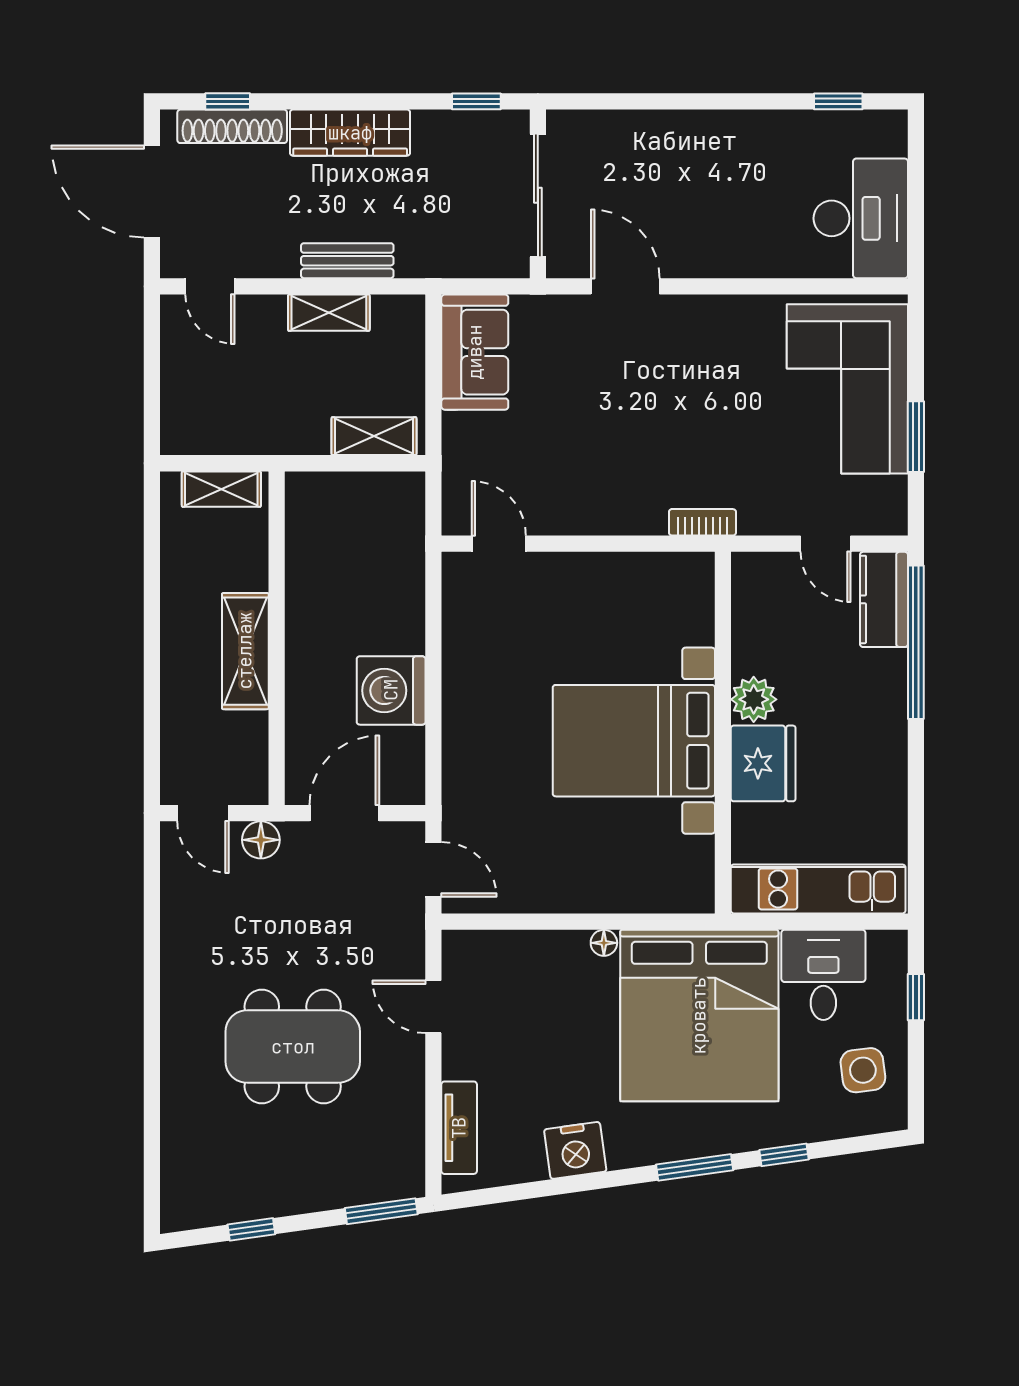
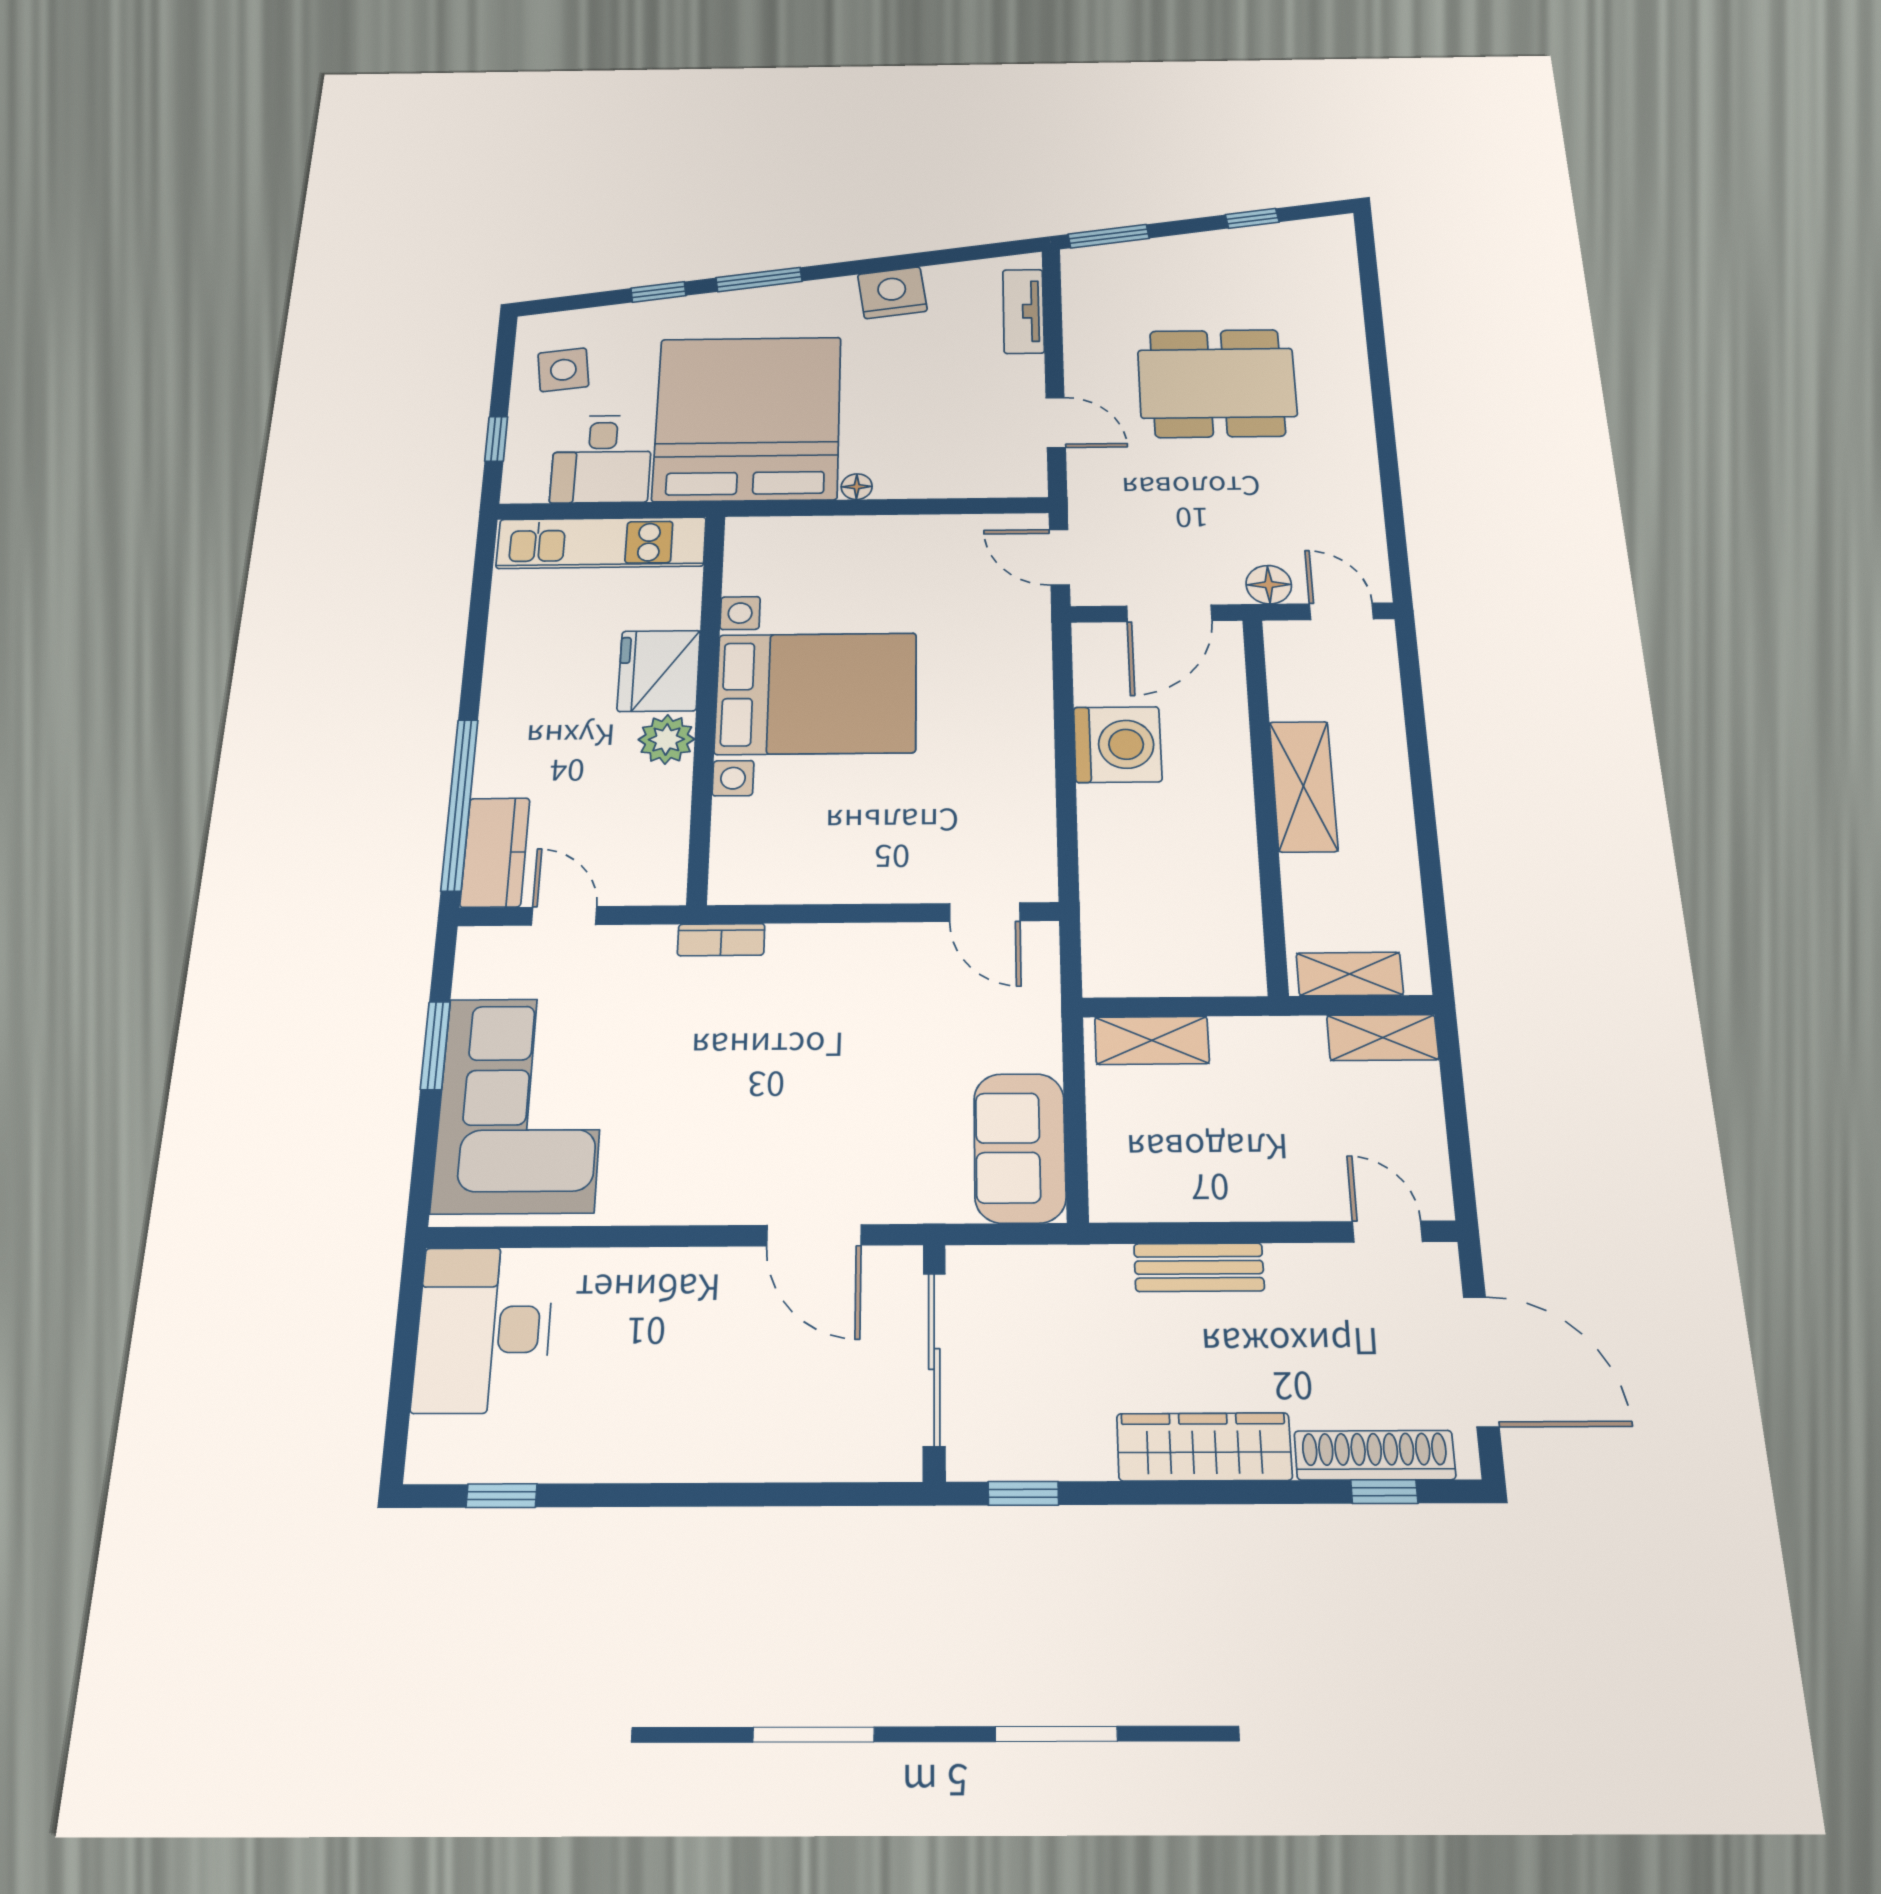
shelving: (329, 313) -> (1383, 1038), moved

